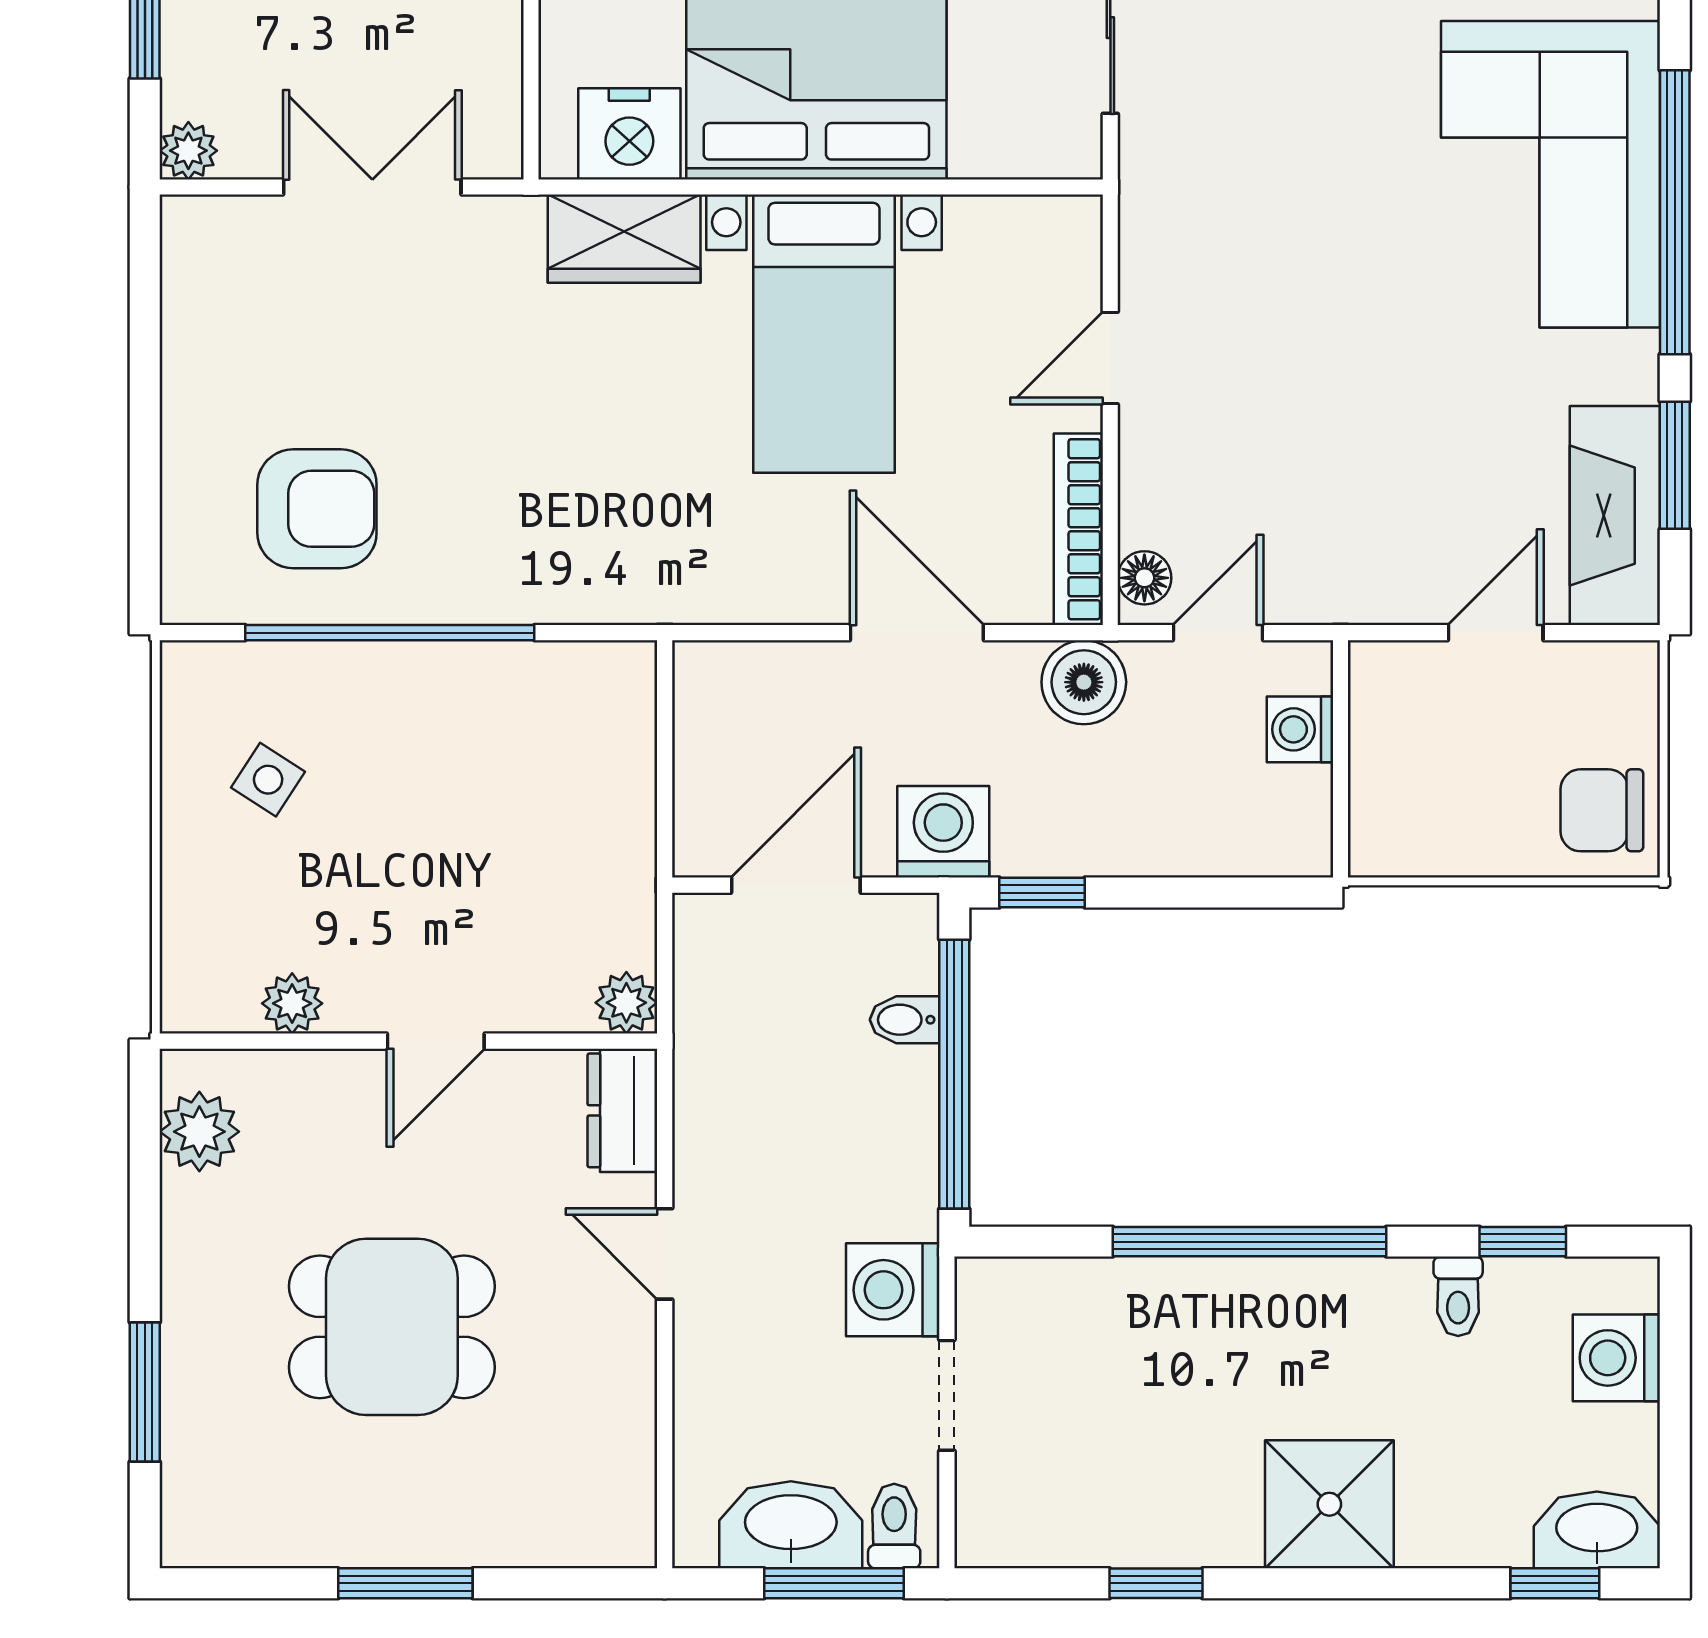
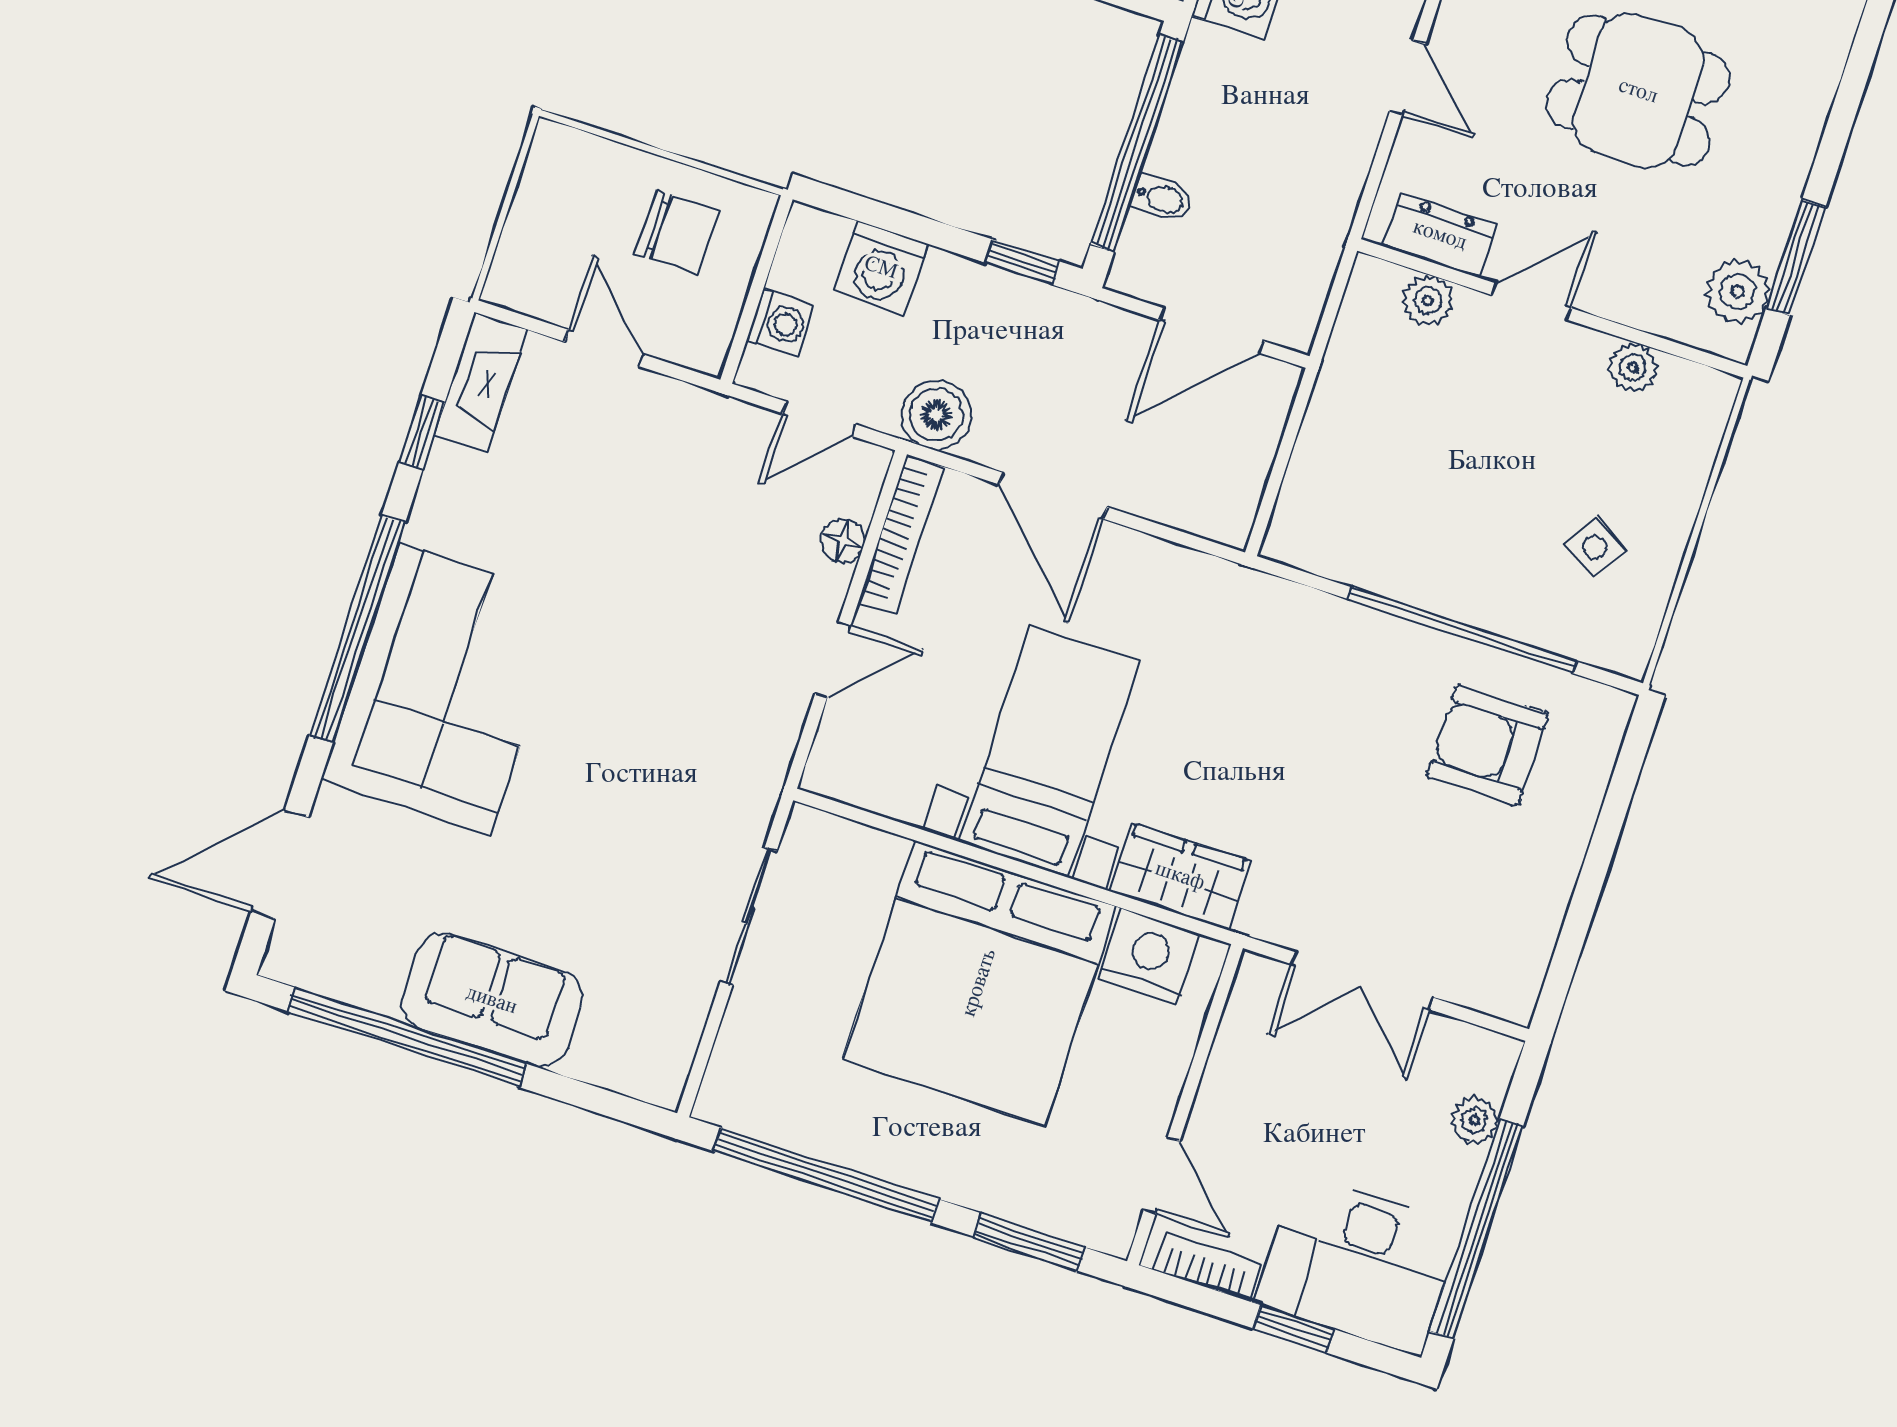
plant: (188, 151) -> (1475, 1120), moved
window: (1675, 465) -> (422, 432), width x0.67
fireplace: (1615, 516) -> (480, 383), width x0.73, depth x0.76
floor lamp: (1144, 578) -> (843, 540), moved
door: (1496, 633) -> (604, 348), swing flipped
chair: (1602, 810) -> (677, 233), moved
washing machine: (943, 832) -> (881, 268), moved
plant: (626, 1003) -> (1428, 300), moved
dresser: (622, 1110) -> (1440, 235), moved, turned -90
window: (145, 1392) -> (1796, 258), moved

